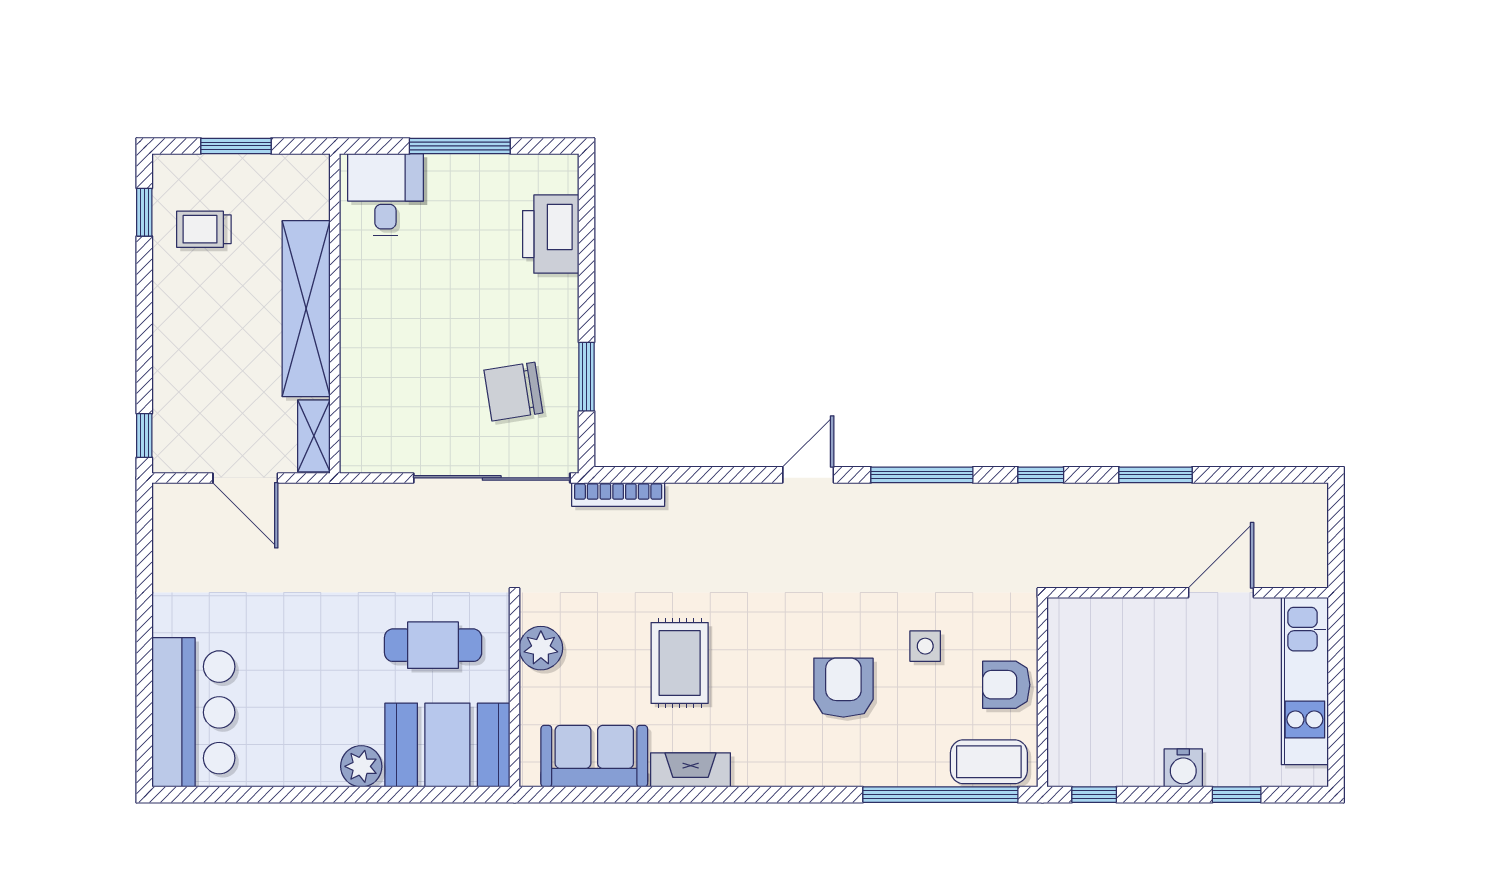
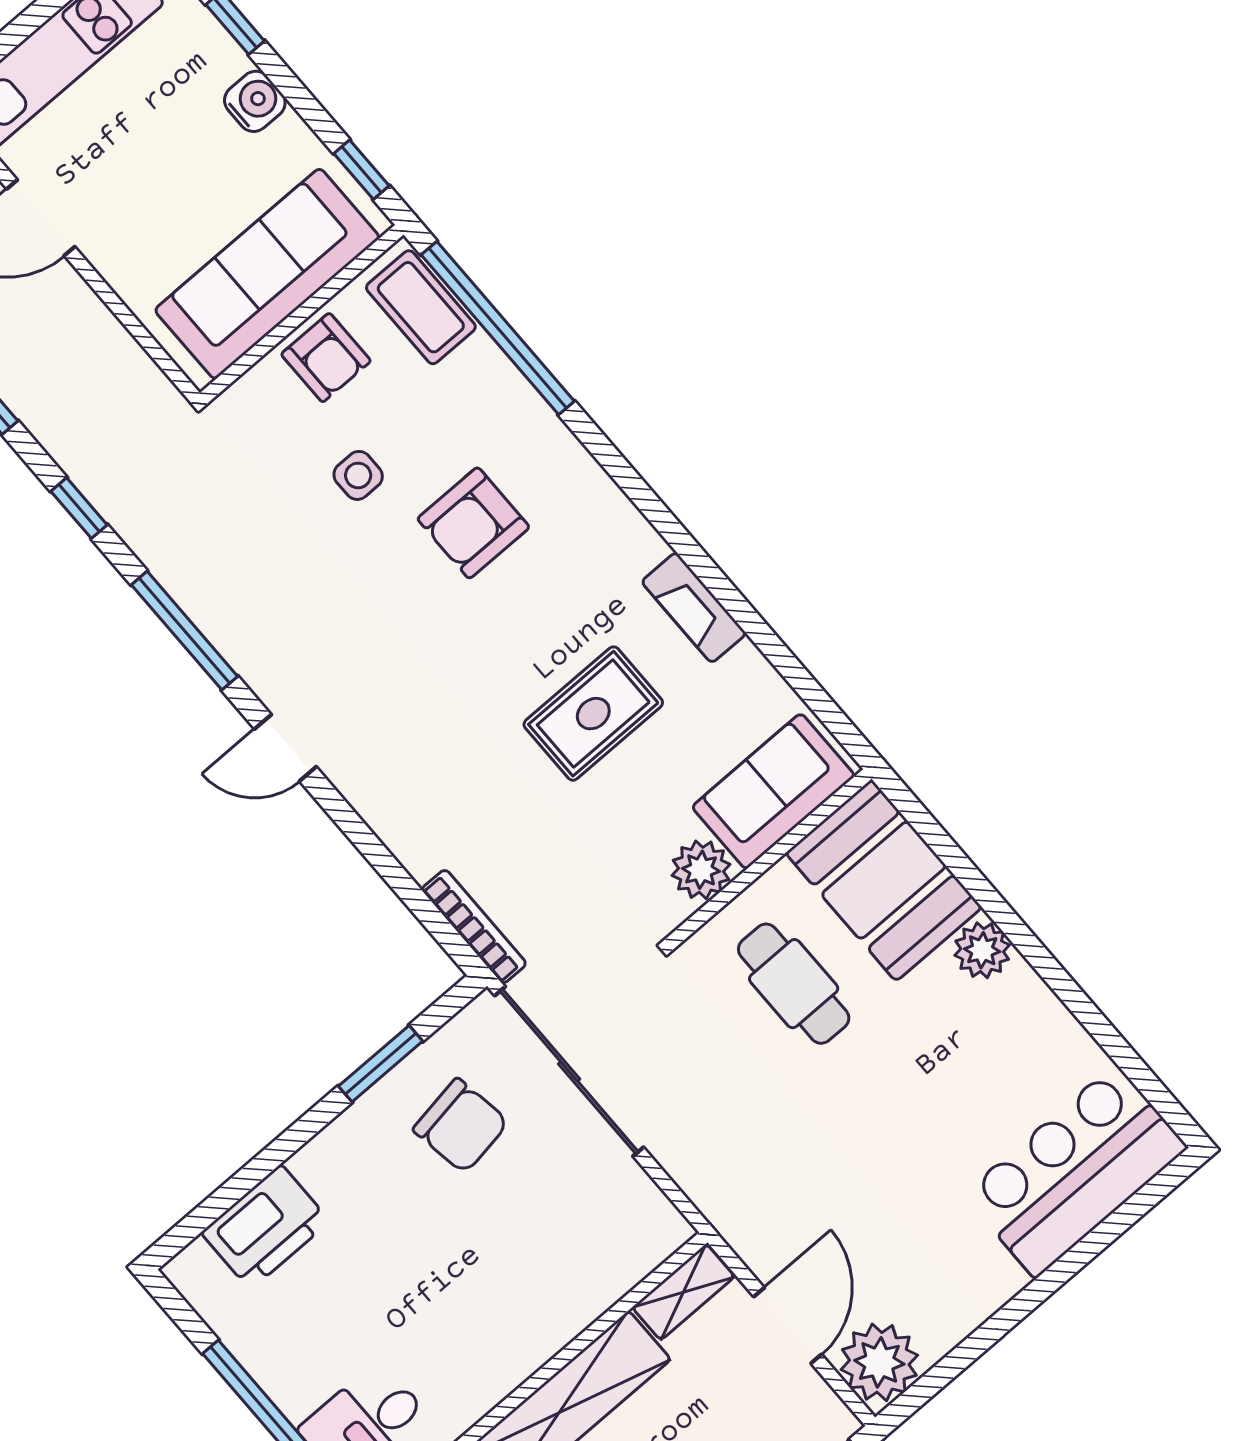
plant: (181, 511) -> (879, 1362), added
sofa: (1081, 692) -> (267, 274), added
sofa: (594, 756) -> (773, 791), moved, turned 90

